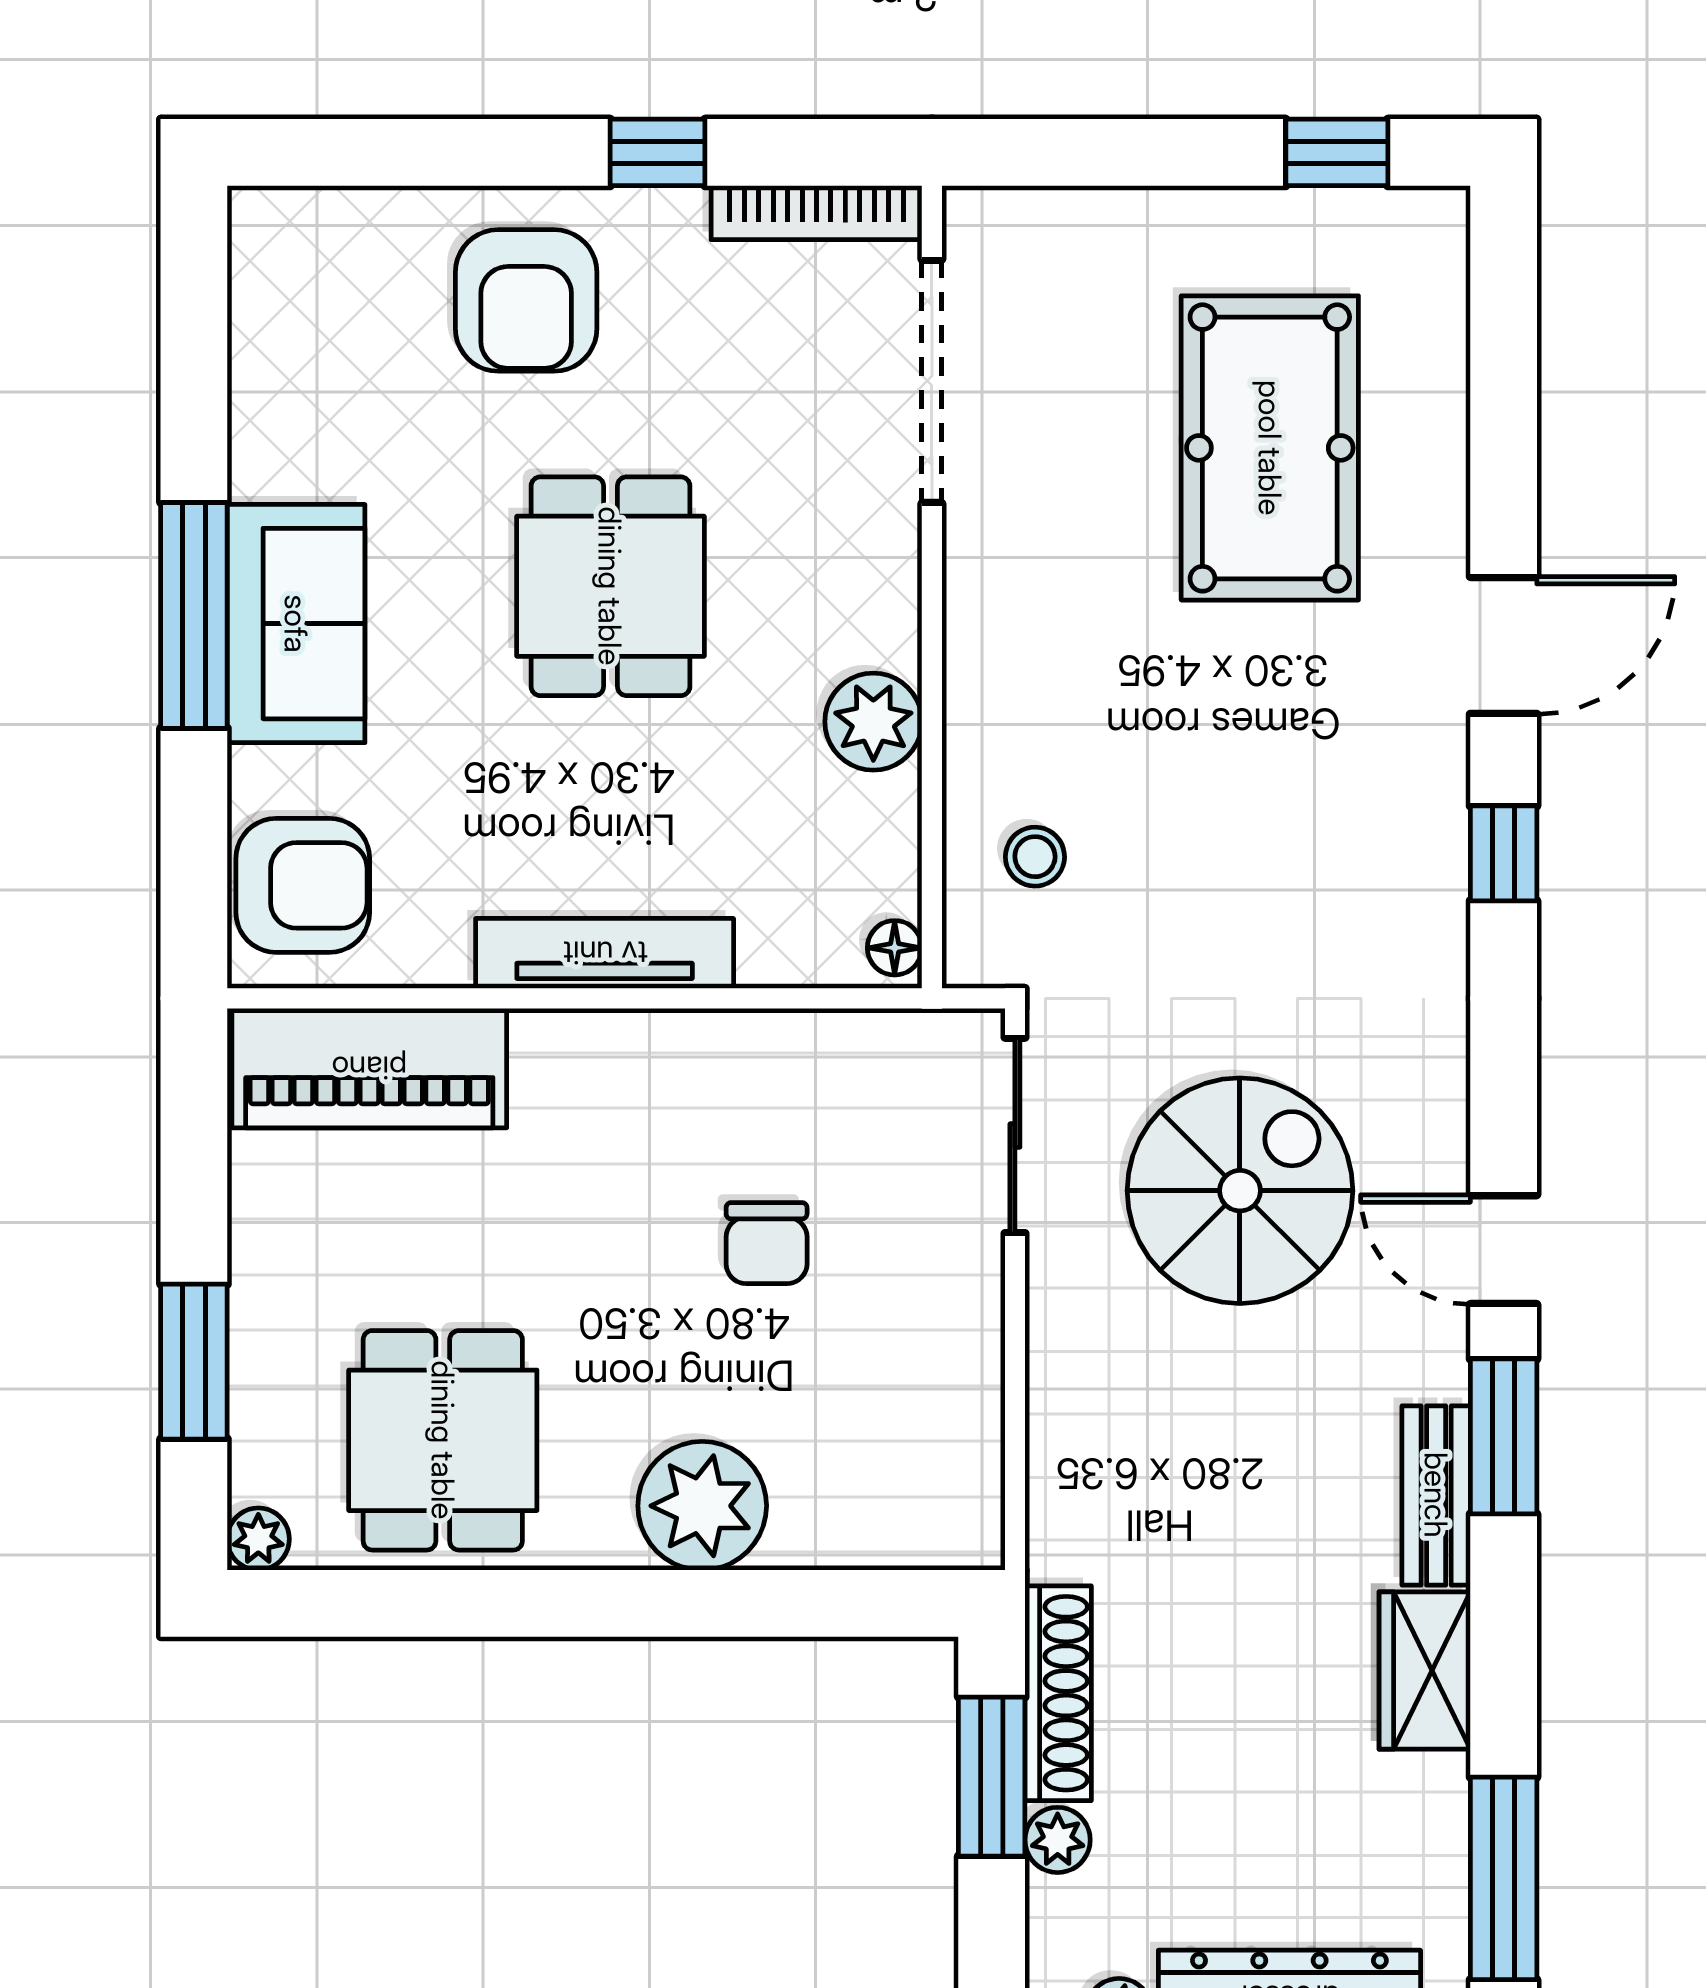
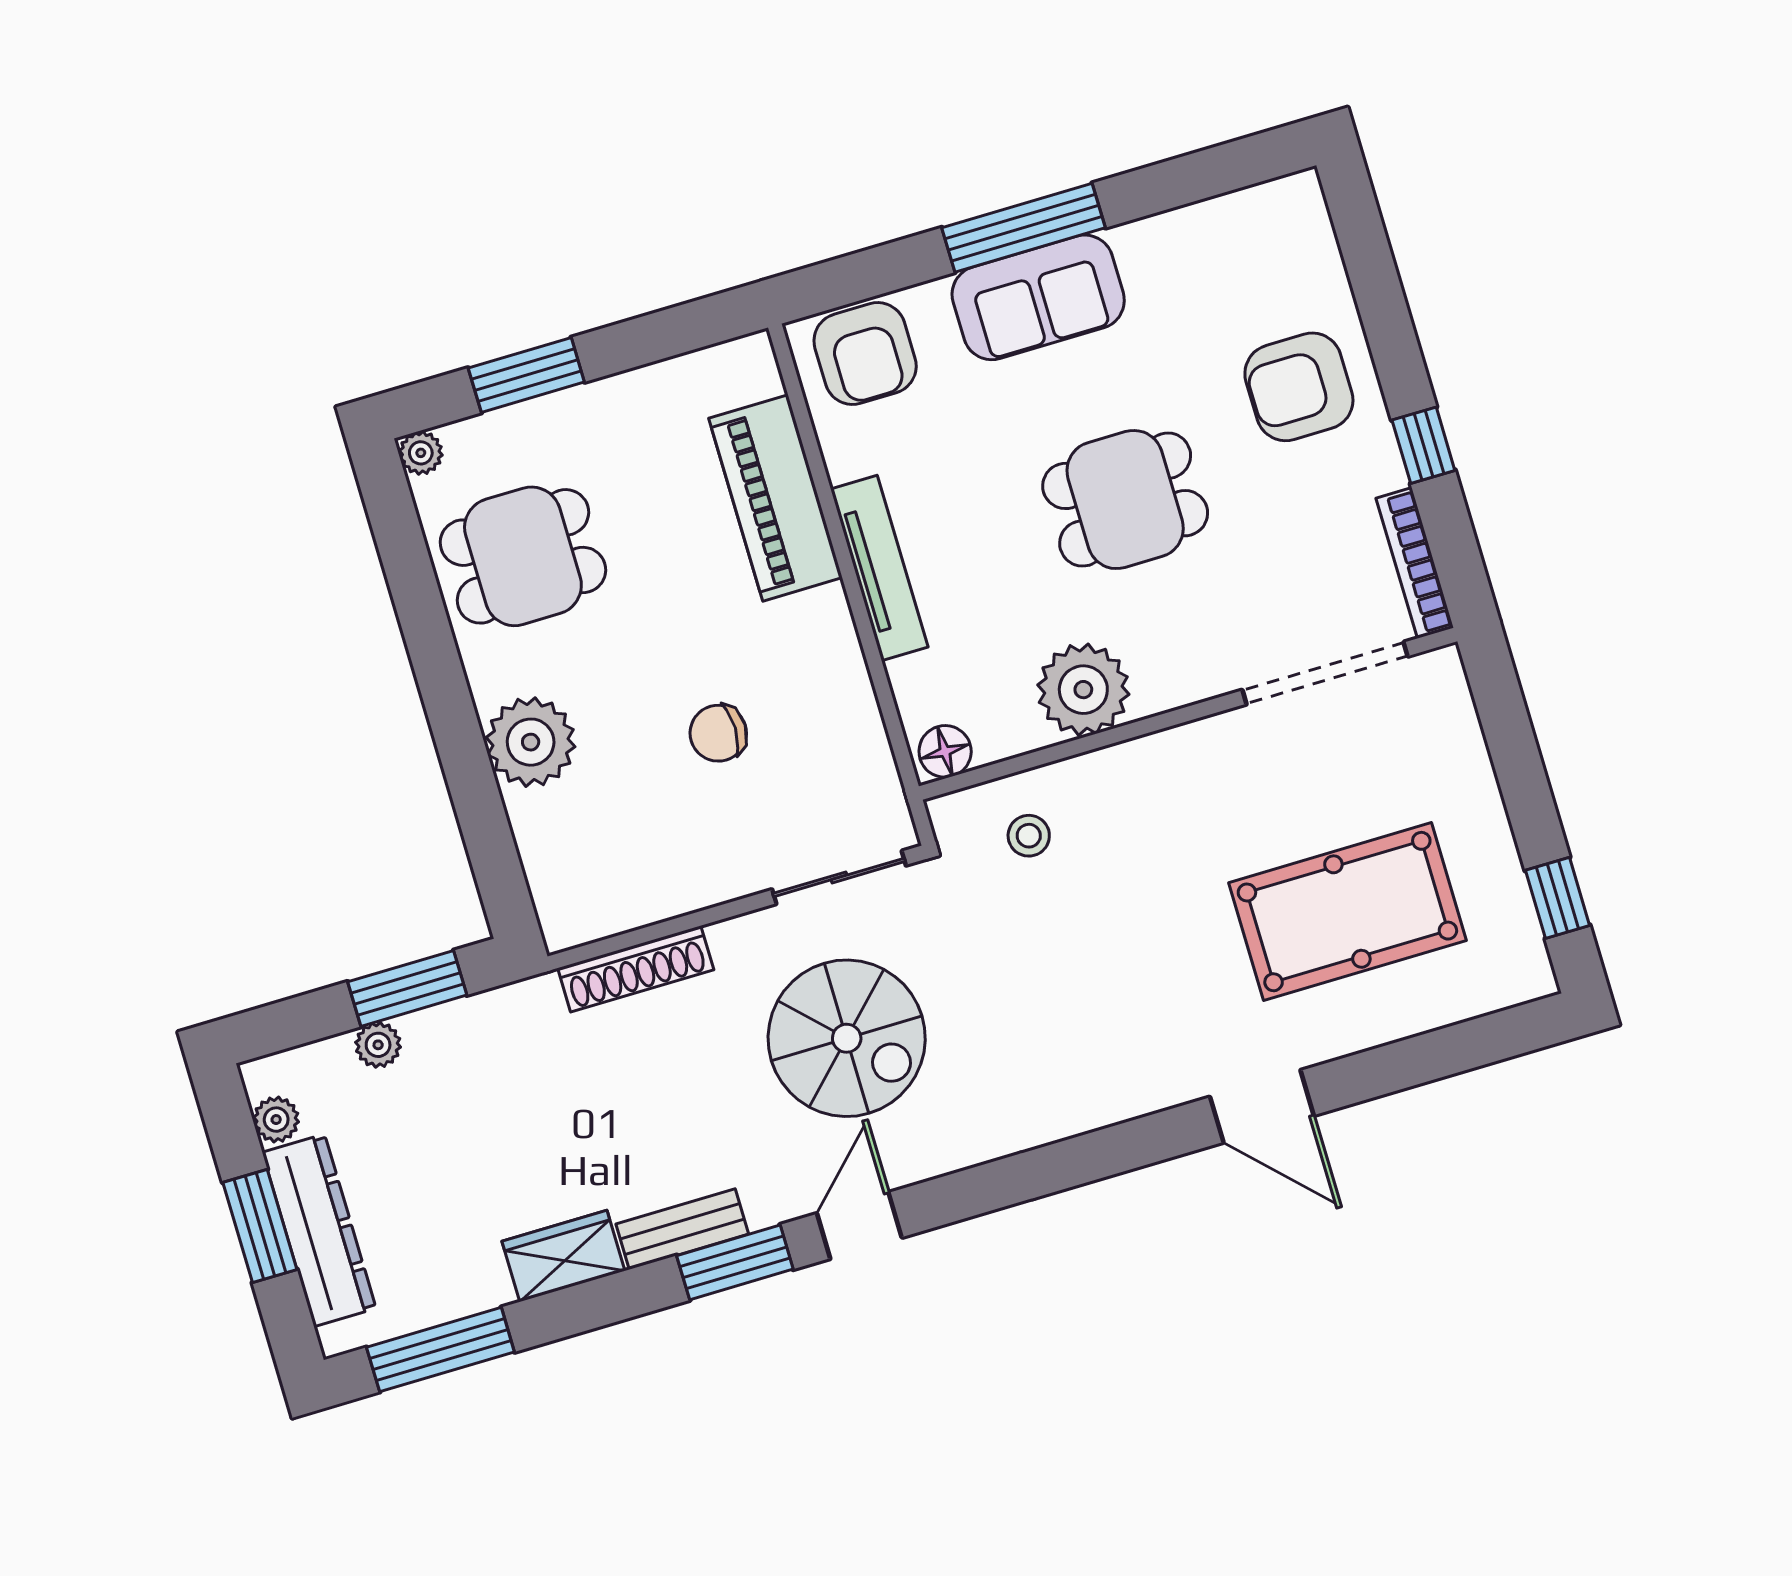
plant: (873, 722) -> (1083, 690), width x1.36, depth x1.36
window: (1504, 853) -> (1123, 1147), removed
floor lamp: (895, 948) -> (945, 751), width x1.37, depth x1.37
piano: (369, 1068) -> (775, 498), moved
shoe rack: (1058, 1693) -> (636, 969), moved

